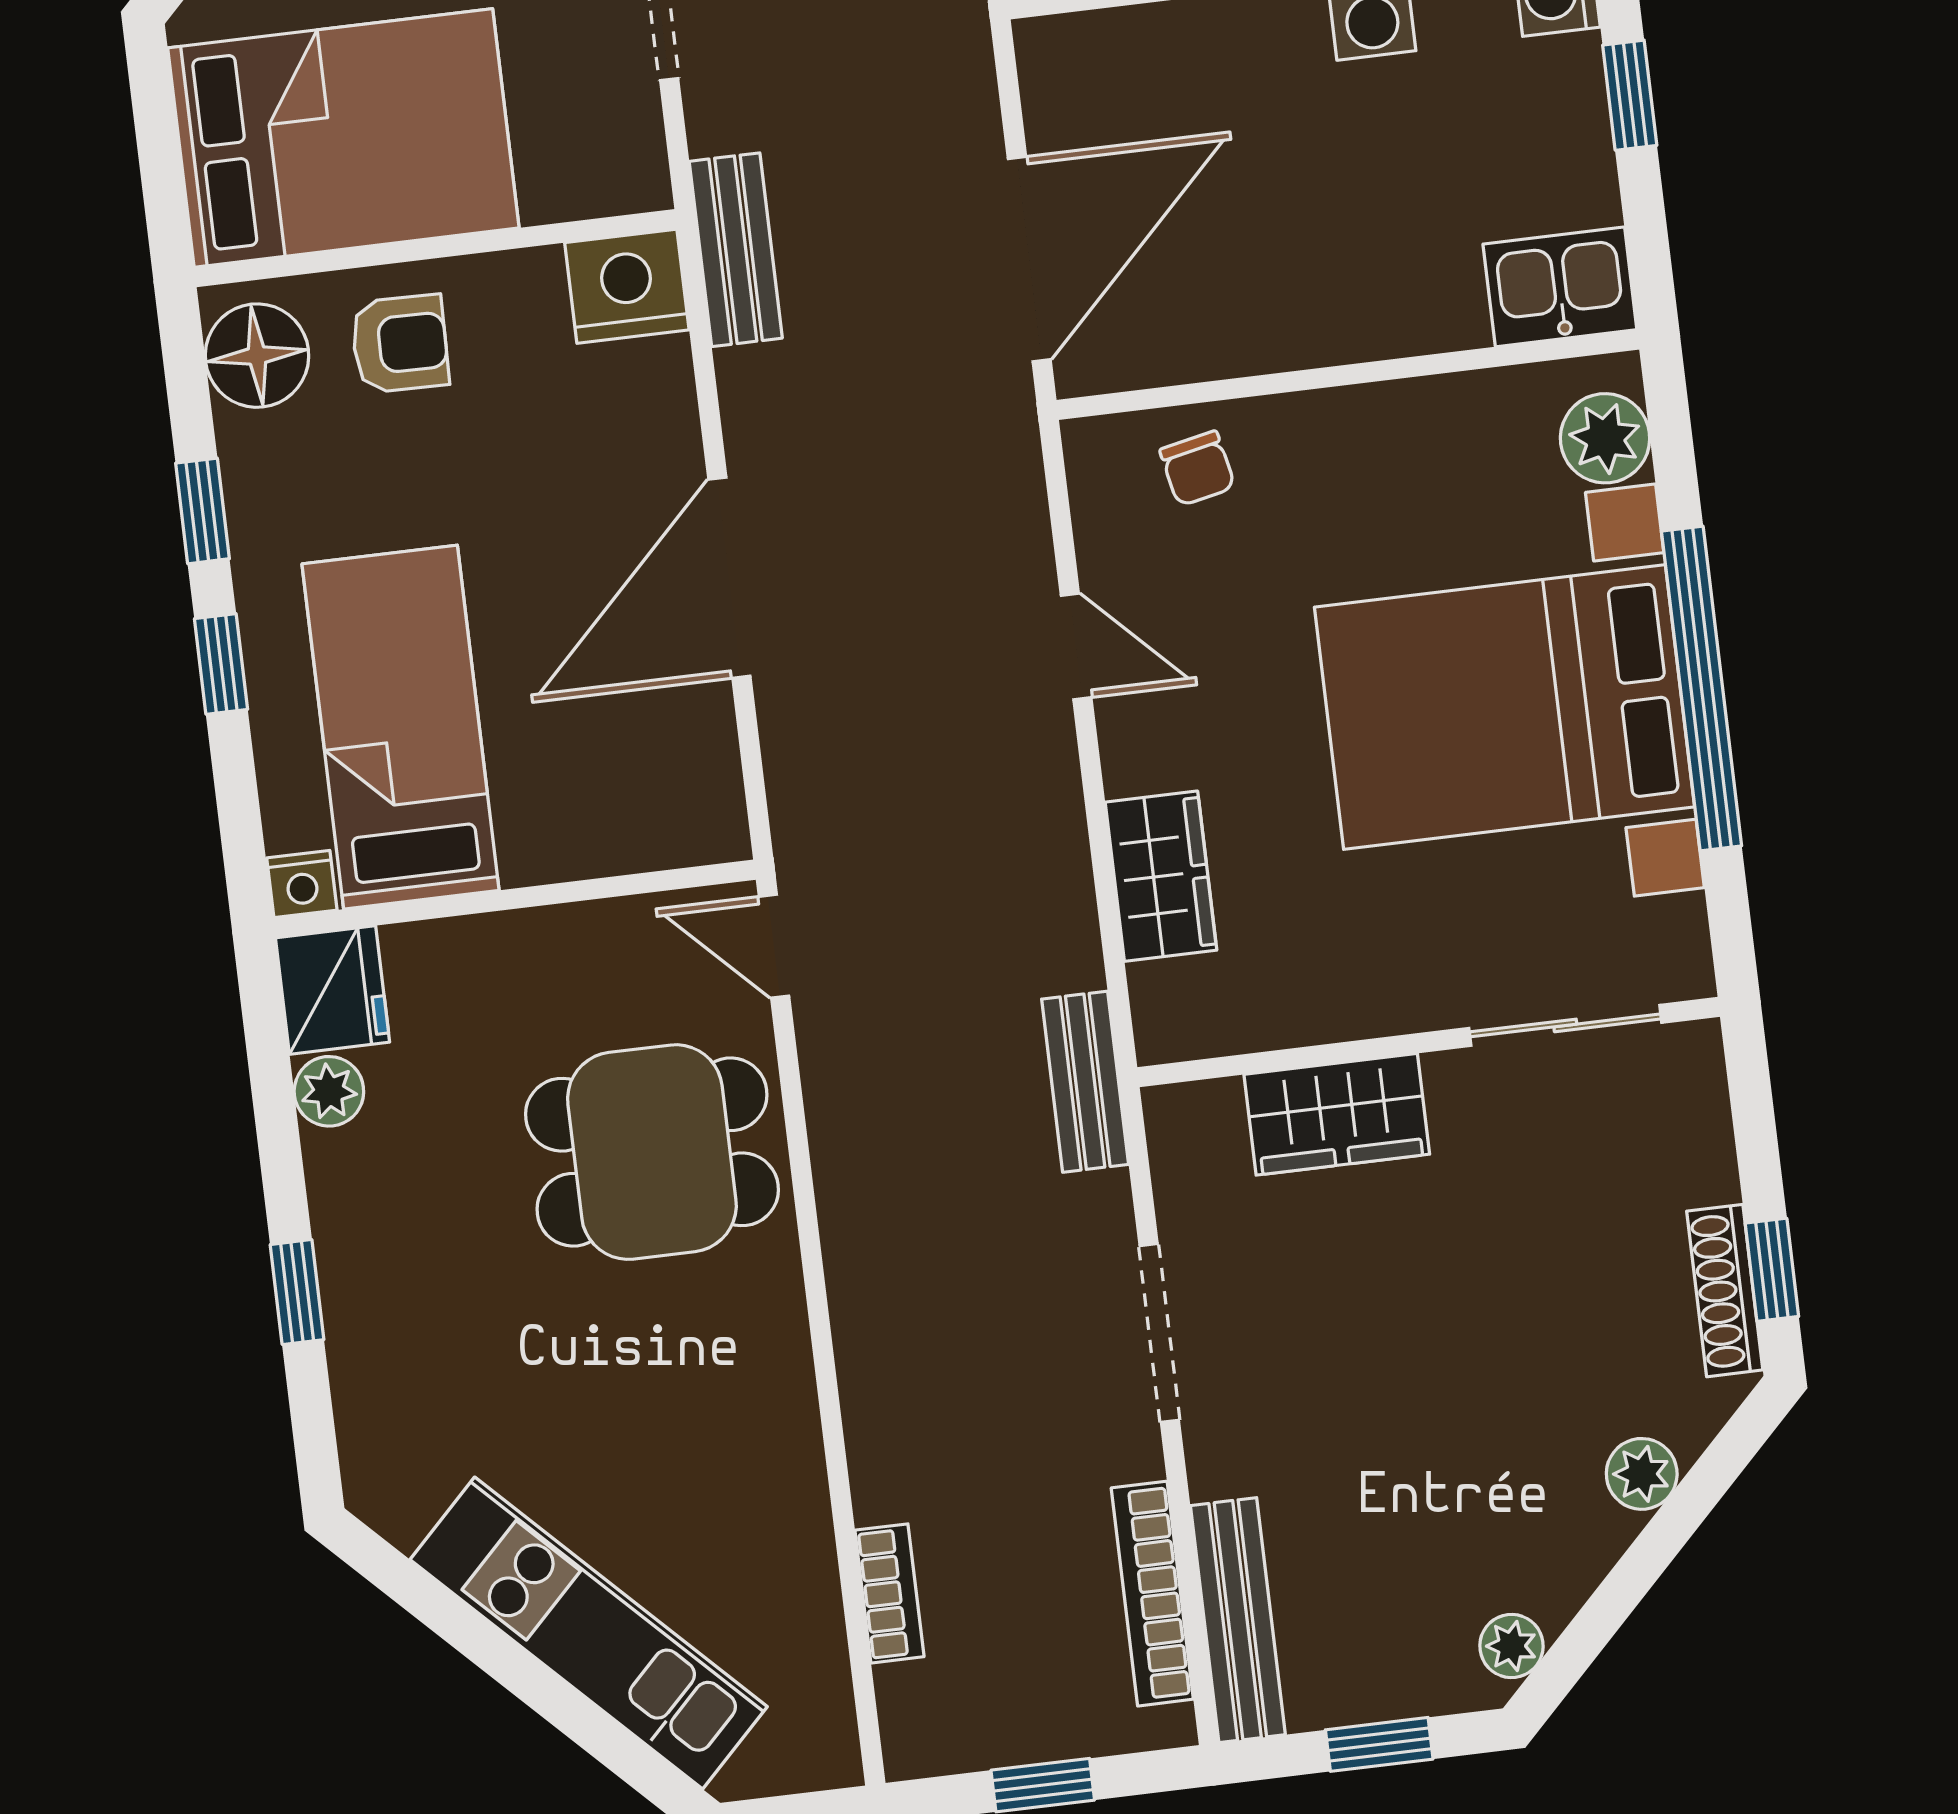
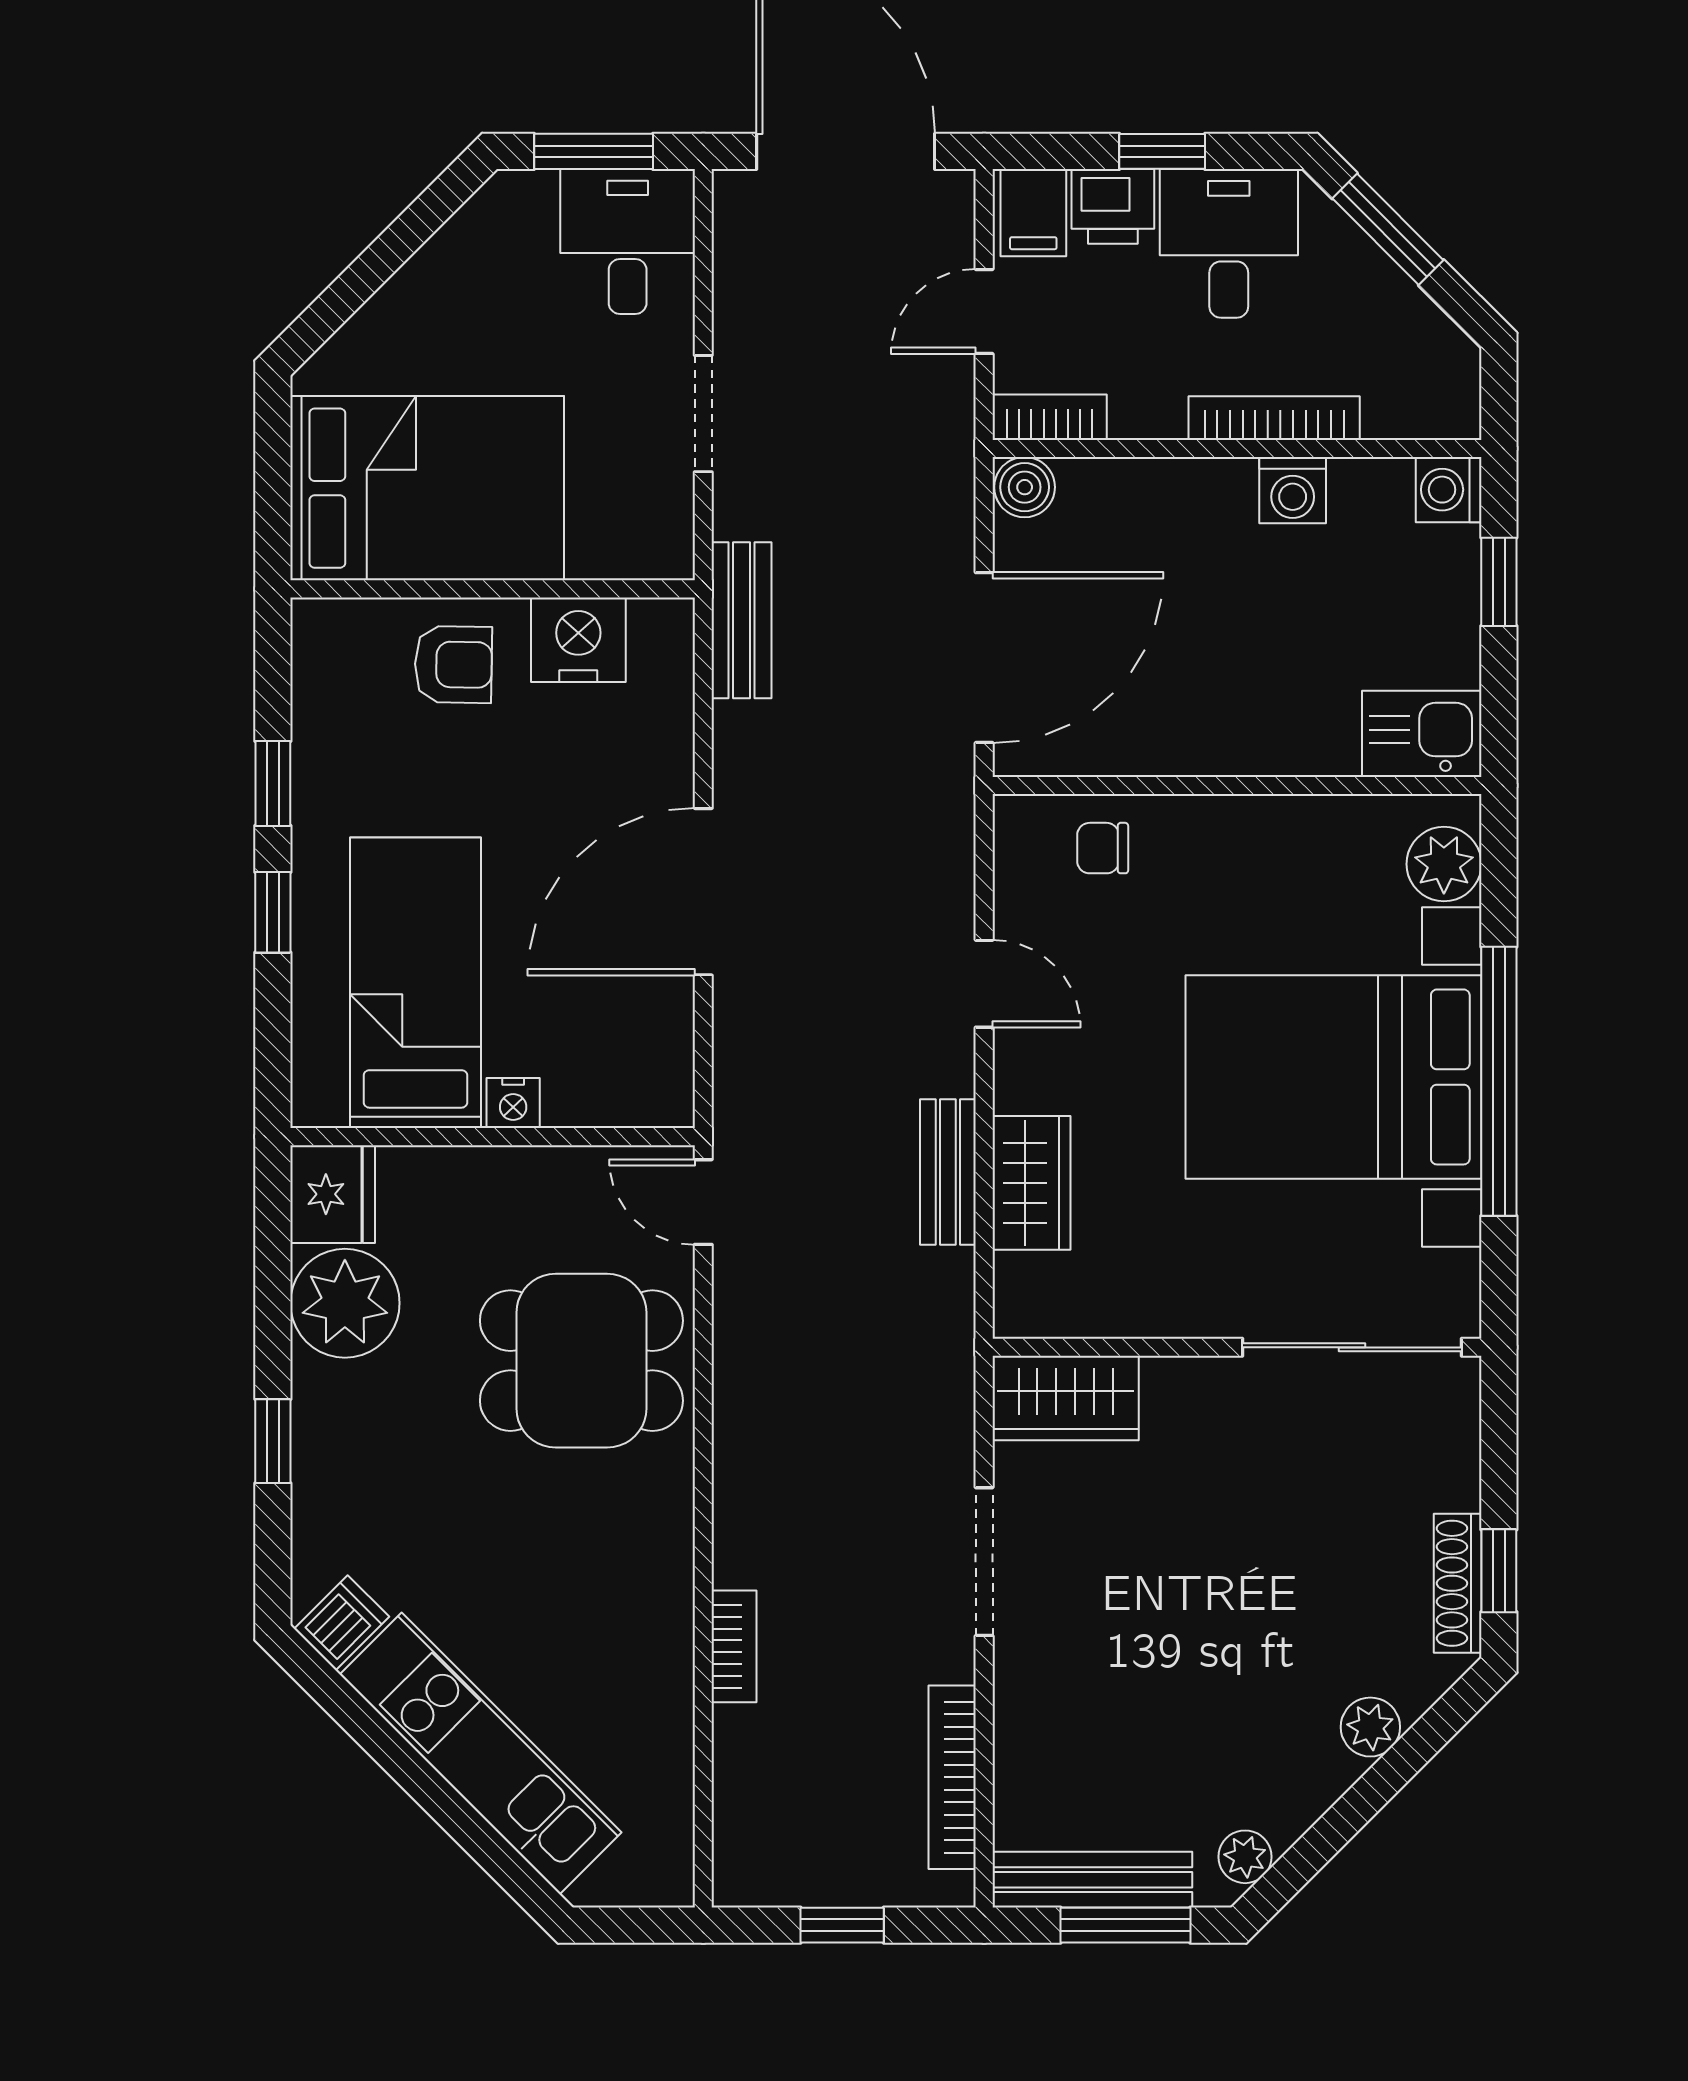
boiler: (1053, 51) -> (1025, 487), added
nightstand: (627, 286) -> (578, 640), moved
floor lamp: (257, 356) -> (334, 660), removed
chair: (1197, 468) -> (1103, 848), turned 102
nightstand: (302, 884) -> (513, 1103), moved
sliding door: (1565, 1025) -> (1352, 1347), width x1.37
bench: (1085, 1082) -> (948, 1172), moved
plant: (329, 1091) -> (345, 1303), width x1.87, depth x1.87
wardrobe: (1337, 1114) -> (1066, 1398), moved
dishwasher: (405, 1498) -> (342, 1623), added
bookcase: (889, 1593) -> (734, 1646), moved
bench: (1238, 1620) -> (1092, 1880), moved, turned 90
window: (1379, 1744) -> (1125, 1925), width x1.50

